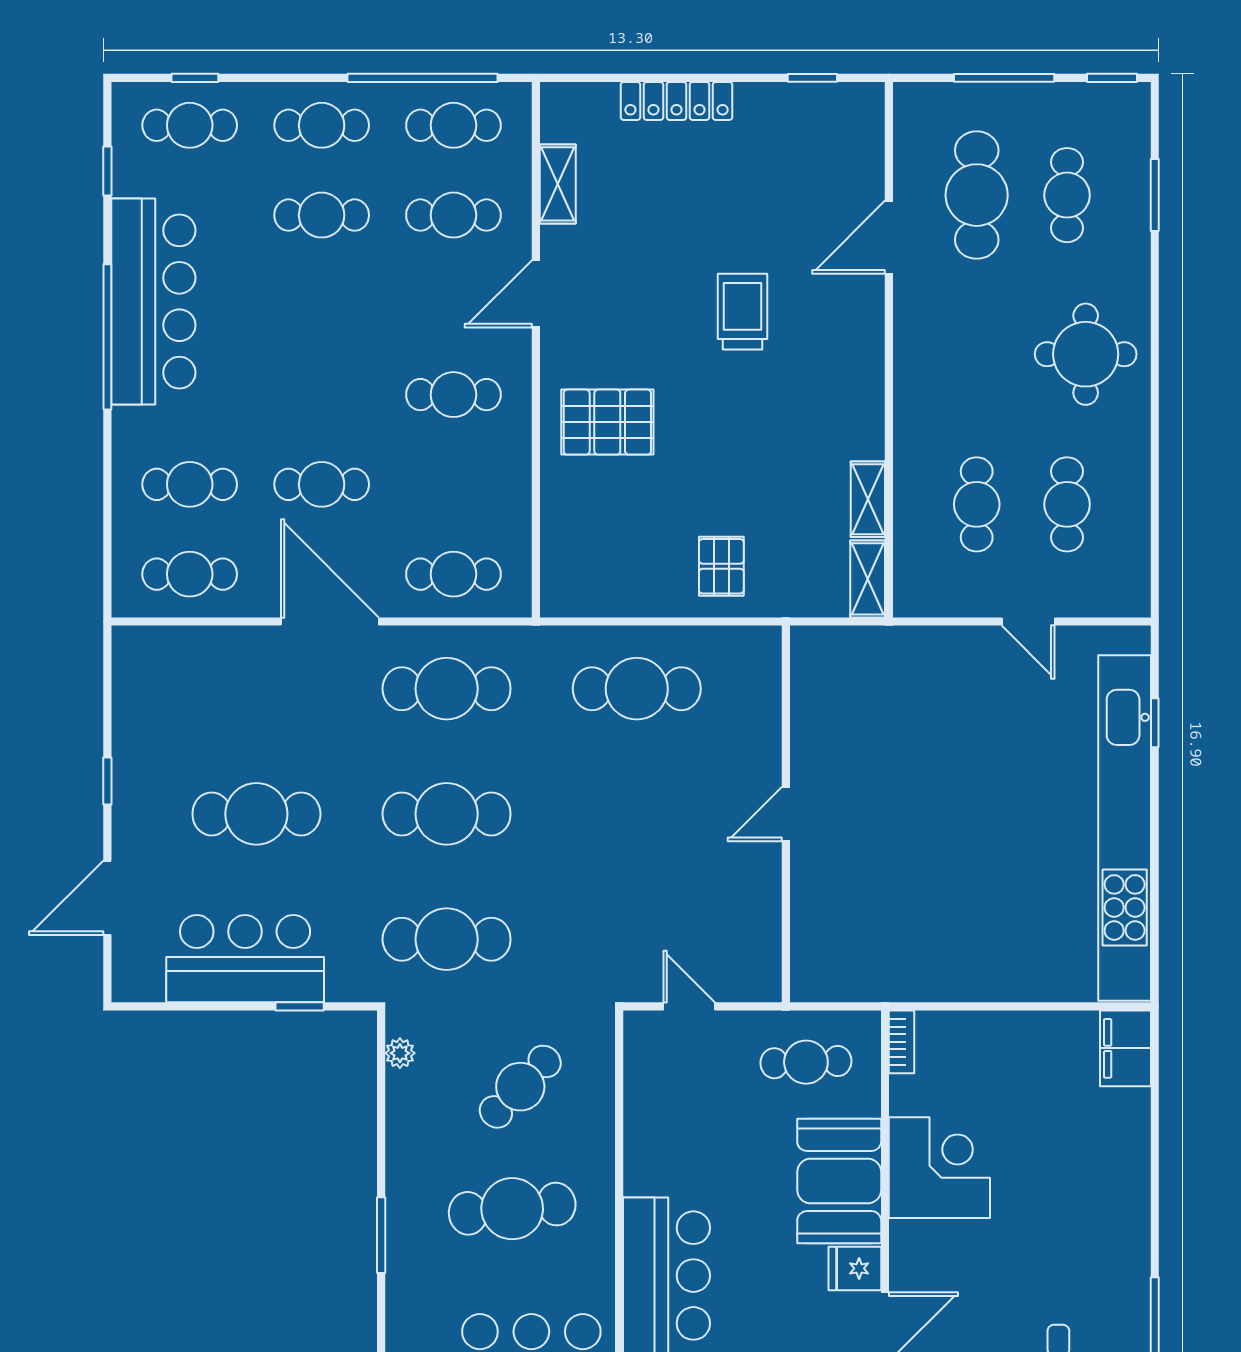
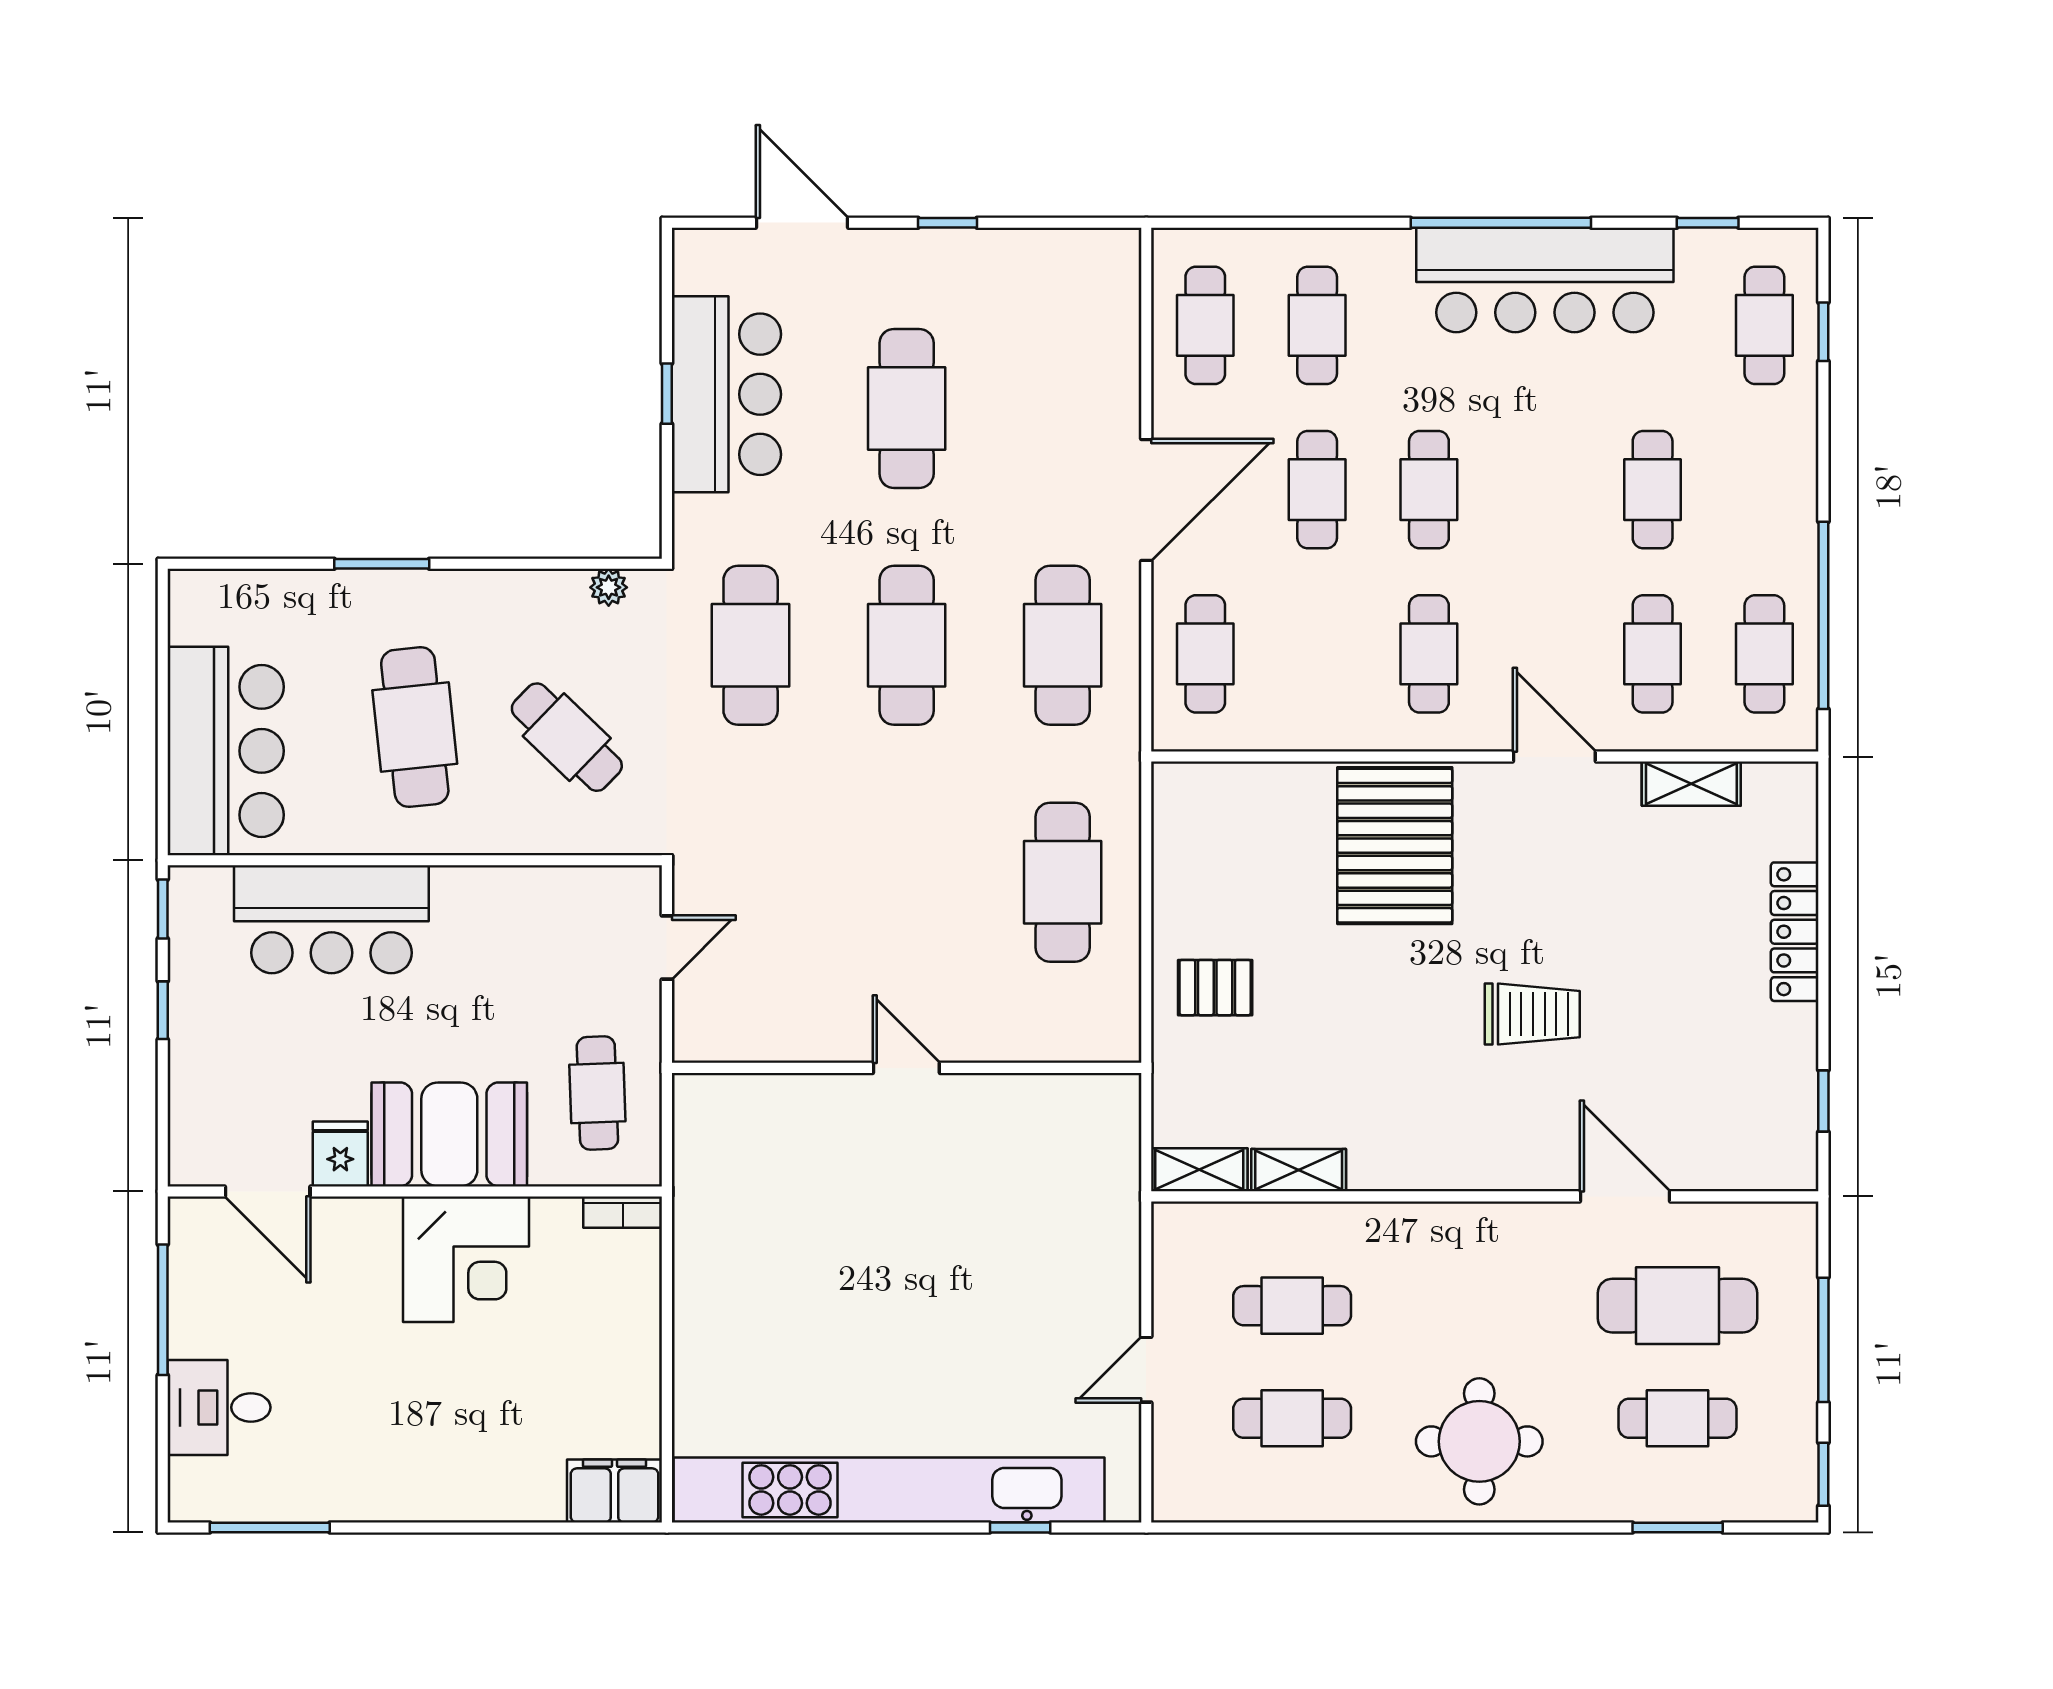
cafe table: (322, 125) -> (1429, 490), moved
pallet: (607, 422) -> (1395, 846), width x1.37, depth x1.41
window: (300, 1006) -> (667, 394), moved

